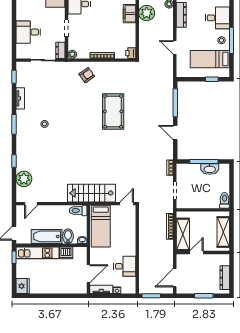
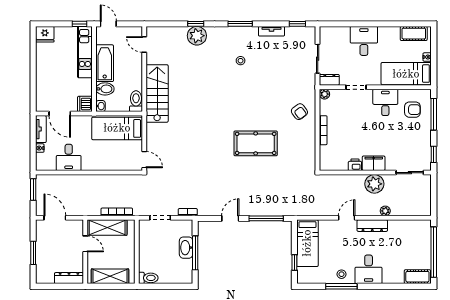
desk: (28, 32) -> (364, 41), moved
door: (175, 47) -> (347, 218), moved
printer: (131, 53) -> (355, 165), moved
bed: (210, 59) -> (307, 243), moved, turned 180
washbasin: (210, 169) -> (186, 248), moved
plant: (24, 179) -> (197, 36), moved
stairs: (92, 193) -> (157, 93), moved
dishwasher: (66, 253) -> (85, 104), moved
dresser: (225, 278) -> (69, 278), moved

